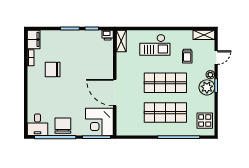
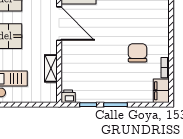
shelving: (121, 41) -> (51, 68), moved
chair: (53, 69) -> (137, 53), turned -90

